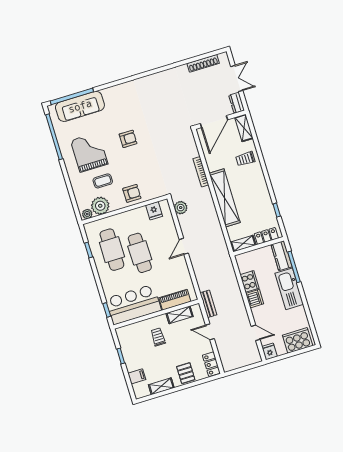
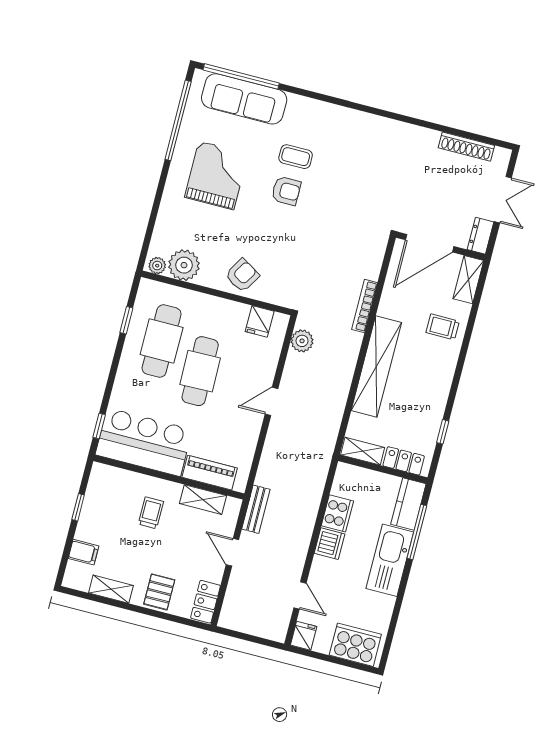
coffee table: (103, 181) -> (296, 157), moved
armchair: (132, 193) -> (242, 275), turned -59

